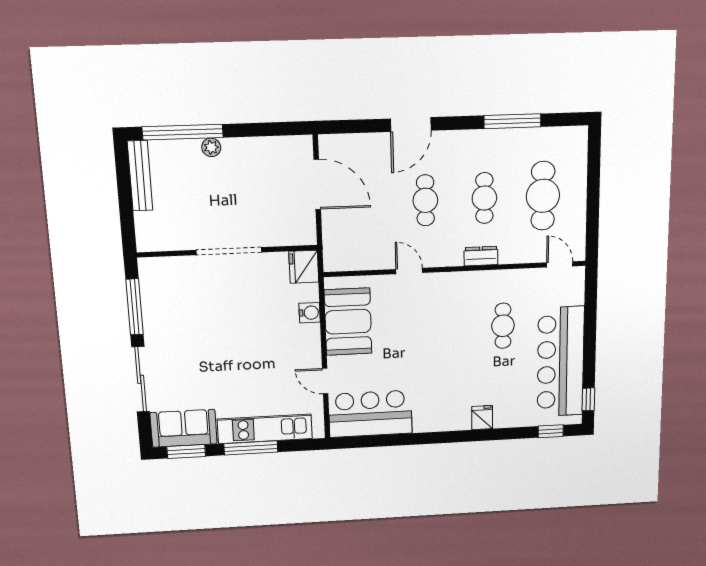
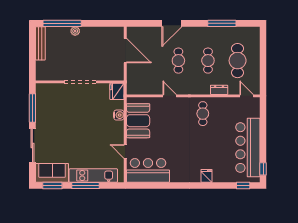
dresser: (481, 256) -> (219, 90), moved
cafe table: (503, 326) -> (203, 114), moved

